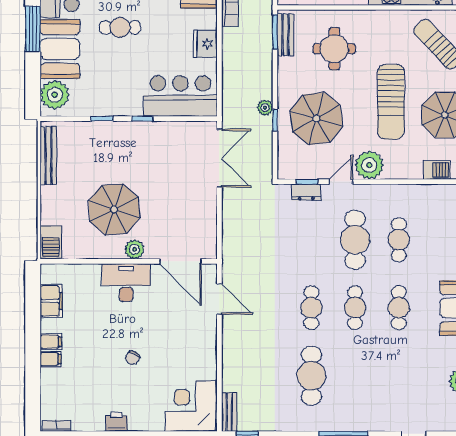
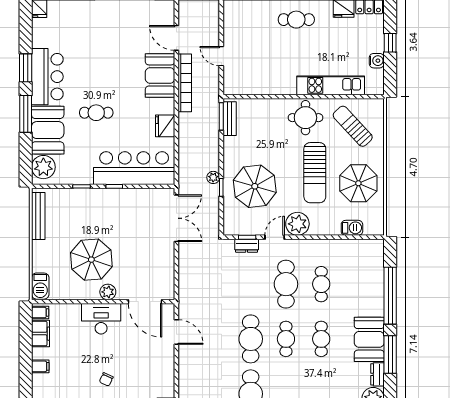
round table: (334, 49) -> (305, 118), moved
bar counter: (180, 96) -> (134, 168), width x1.36
cafe table: (311, 308) -> (251, 339), width x1.37, depth x1.35
filing cabinet: (51, 359) -> (40, 313), moved

